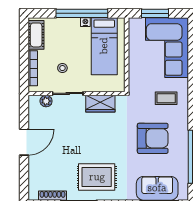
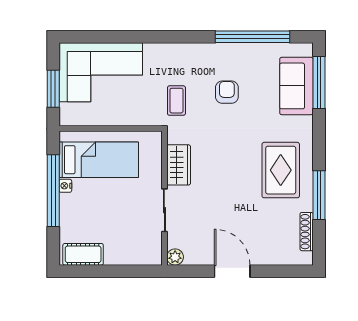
bookcase: (33, 68) -> (129, 259), removed
stool: (62, 68) -> (129, 218), removed
coffee table: (166, 98) -> (176, 101), moved
plant: (46, 101) -> (175, 257), moved
armchair: (153, 138) -> (227, 92), width x0.53, depth x0.53

